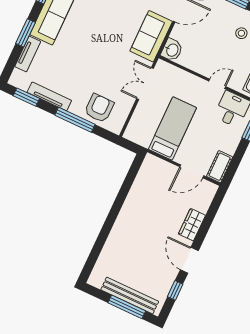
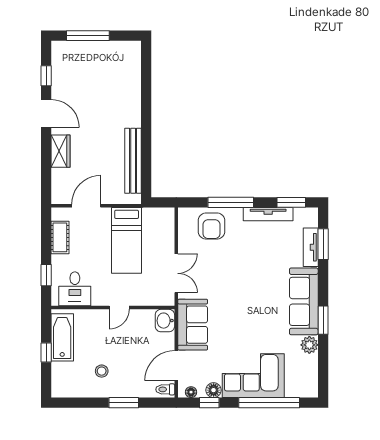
window: (26, 33) -> (323, 244), moved
door: (217, 84) -> (119, 308), moved
cot: (220, 167) -> (60, 237), moved
bench: (130, 296) -> (133, 161), moved, turned 90

